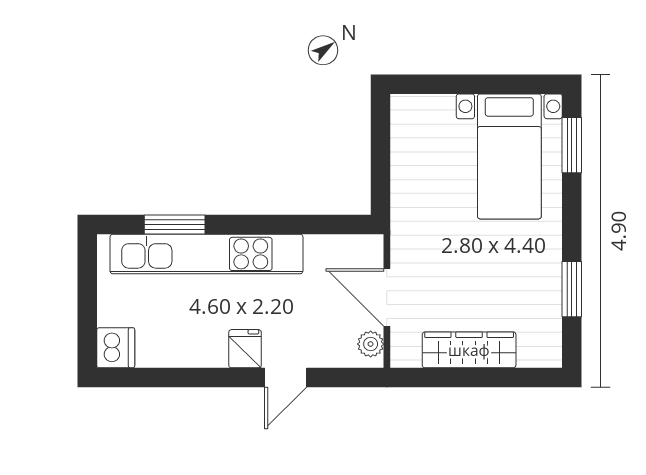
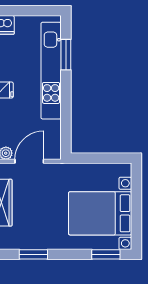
bed with nightstands: (509, 156) -> (100, 213), width x1.36

